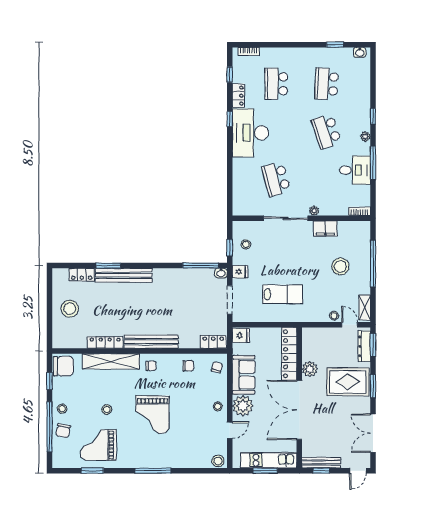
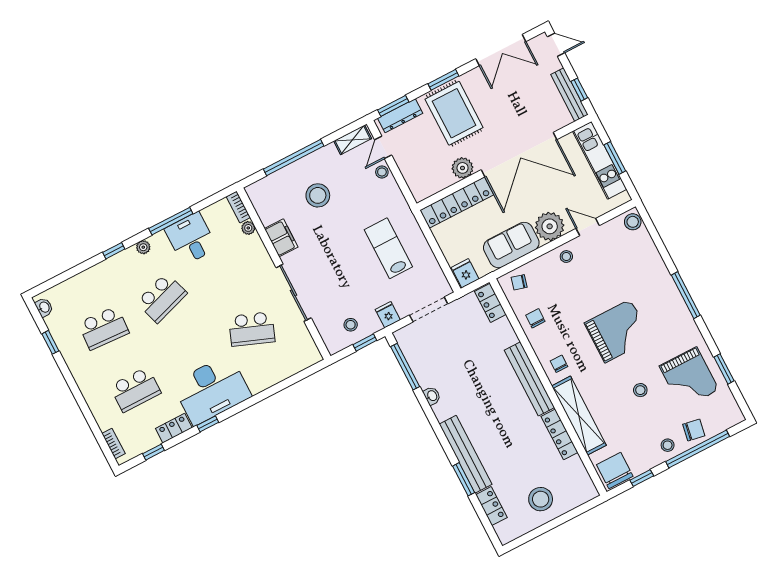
school desk: (276, 179) -> (252, 329), turned 36
plant: (314, 211) -> (248, 228), moved
washbasin: (221, 273) -> (432, 396), moved

